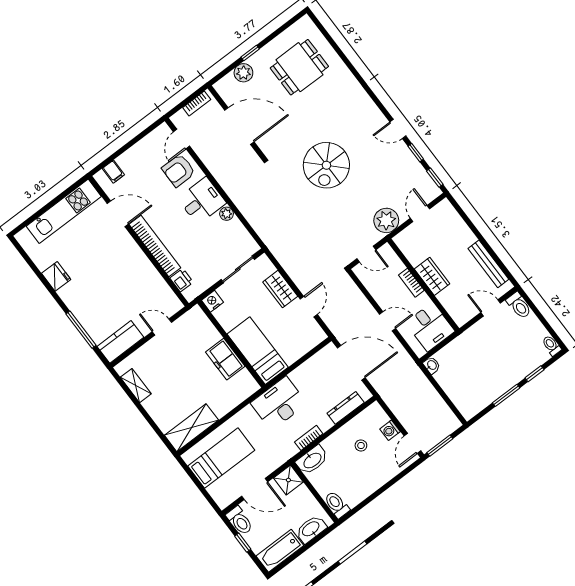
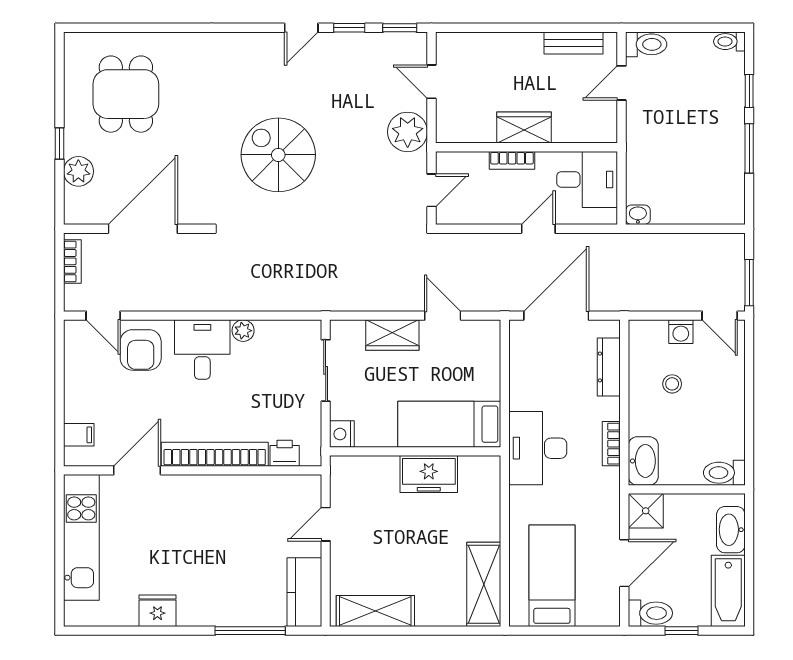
spiral stairs: (326, 165) -> (278, 155), turned 180
bench: (488, 264) -> (573, 43), width x0.73
shelving: (136, 386) -> (375, 611), width x1.50, depth x1.33

